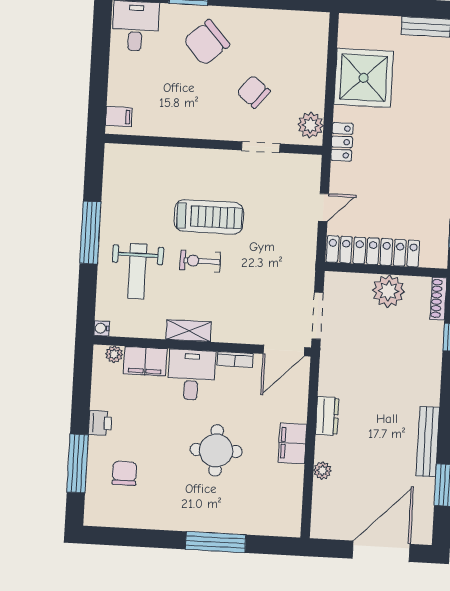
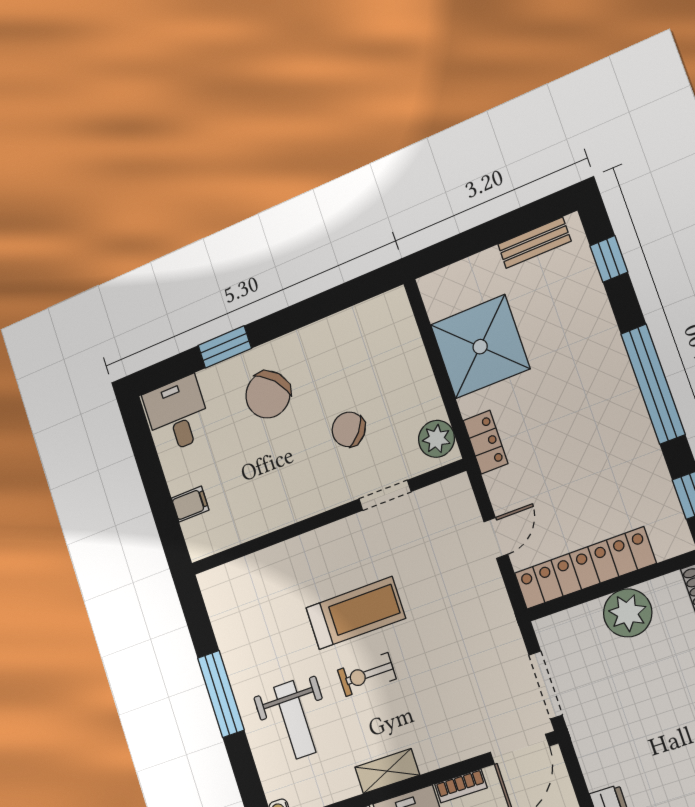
filing cabinet: (119, 117) -> (190, 504), moved

